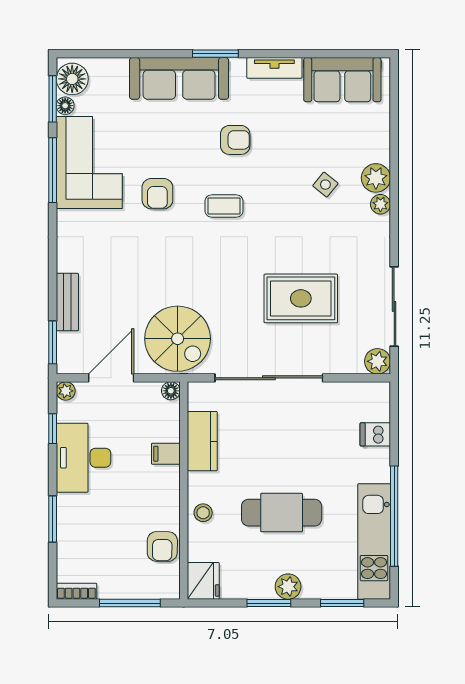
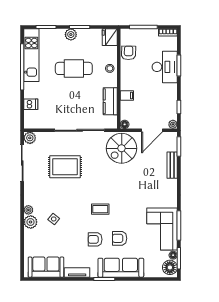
armchair: (157, 194) -> (120, 238), moved, turned -90
spiral stairs: (178, 339) -> (122, 148), turned -90
desk: (84, 458) -> (165, 67), moved

